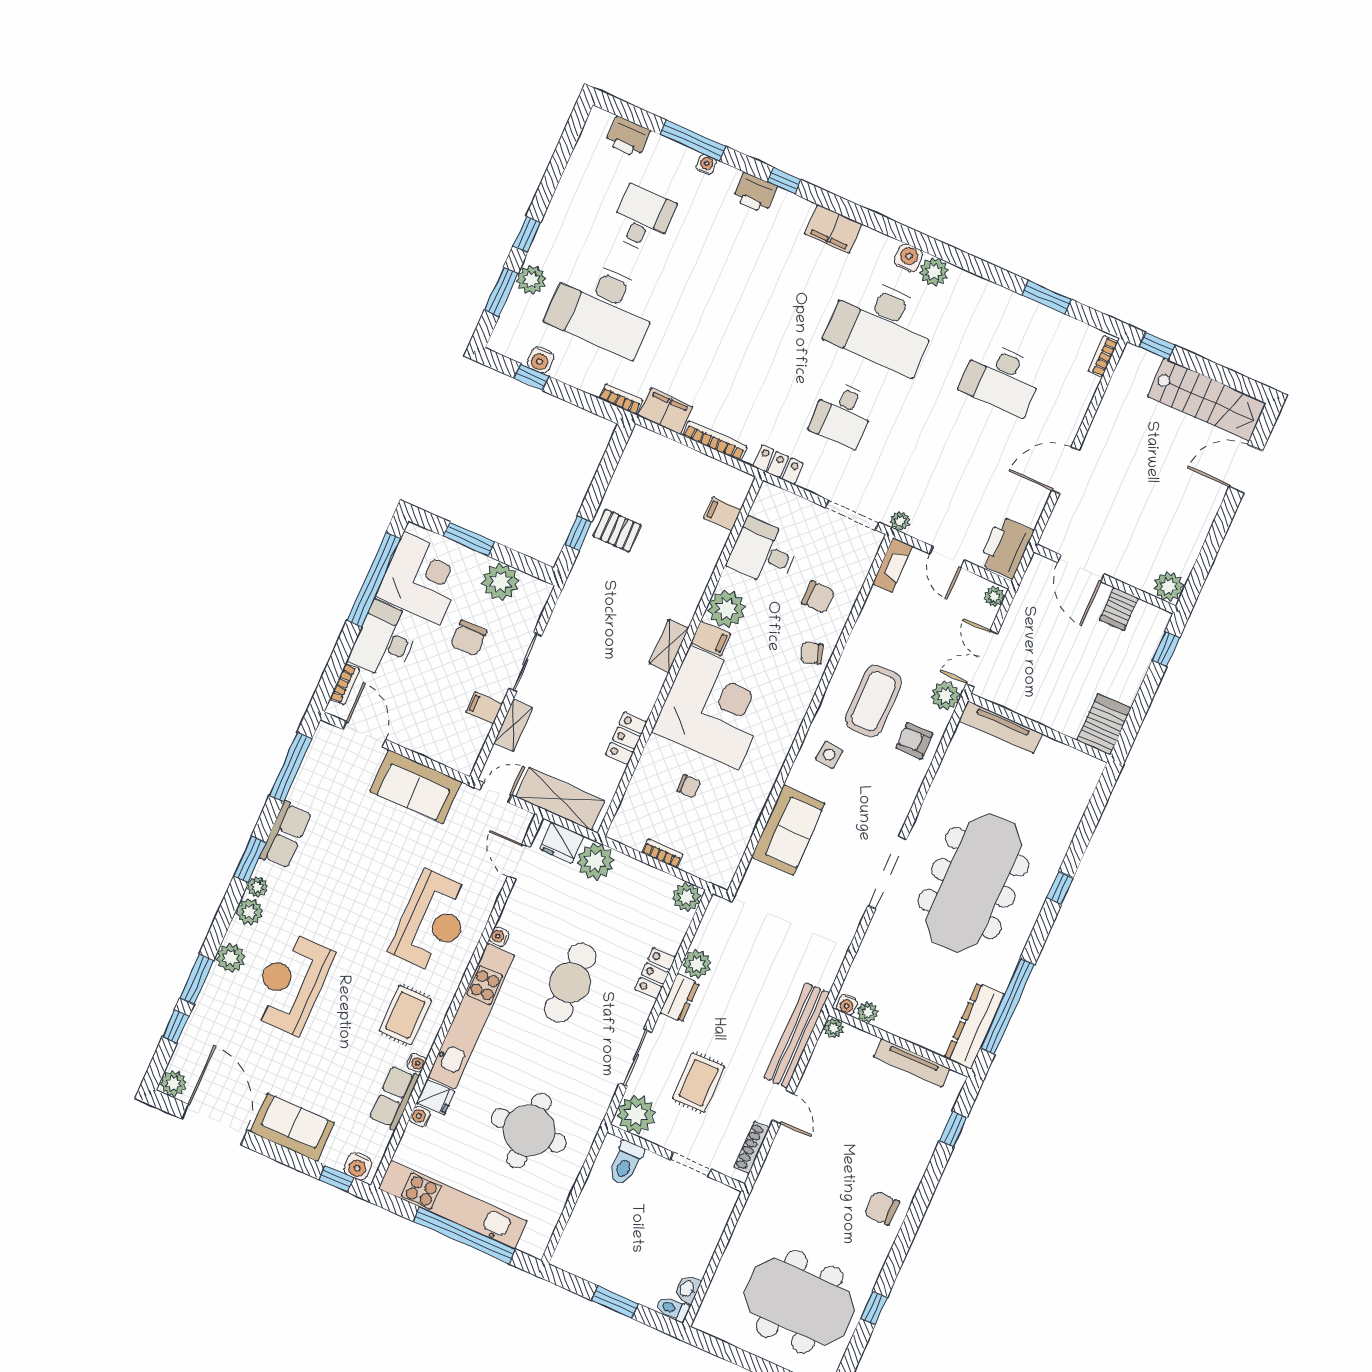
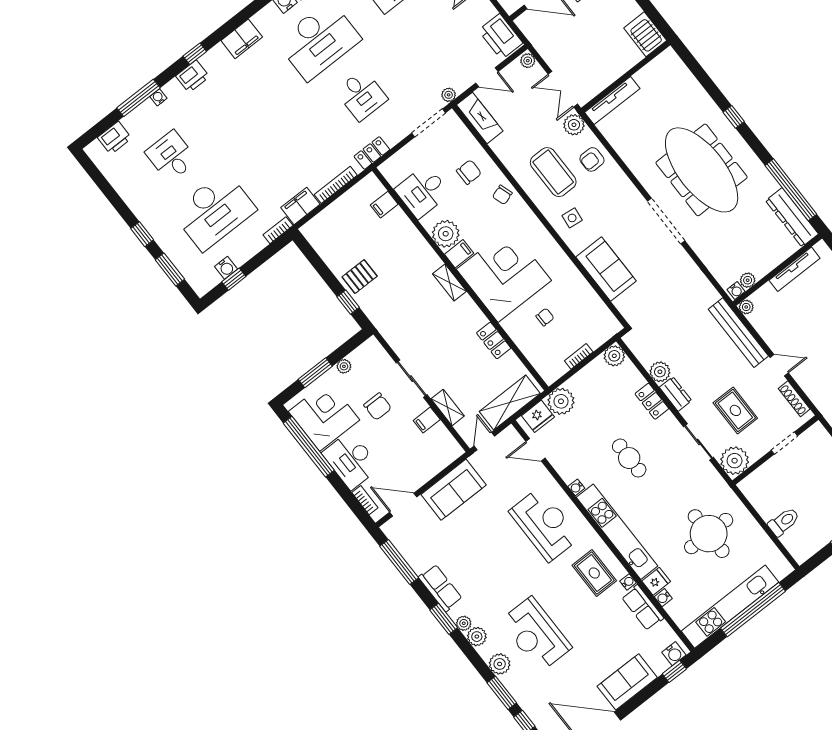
plant: (531, 280) -> (172, 247), removed
fireplace: (893, 565) -> (480, 118), width x1.37, depth x1.32
plant: (501, 582) -> (344, 366), width x0.53, depth x0.53
cafe table: (570, 983) -> (629, 458), width x0.73, depth x0.74
toilet: (626, 1163) -> (784, 522), moved, turned -90

